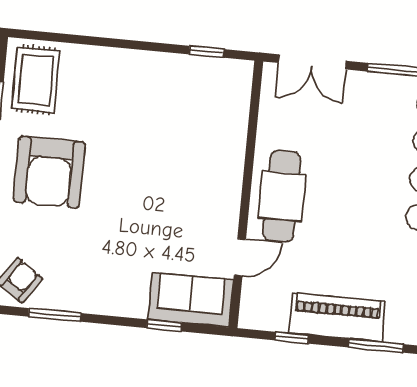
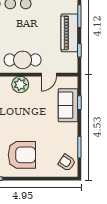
plant: (222, 185) -> (20, 85), added
door: (240, 257) -> (49, 75), swing flipped
sofa: (190, 300) -> (68, 105), moved

